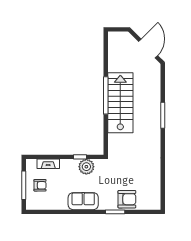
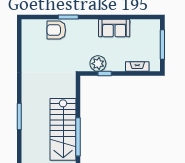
armchair: (40, 185) -> (146, 44), removed
sofa: (83, 201) -> (114, 28), moved

